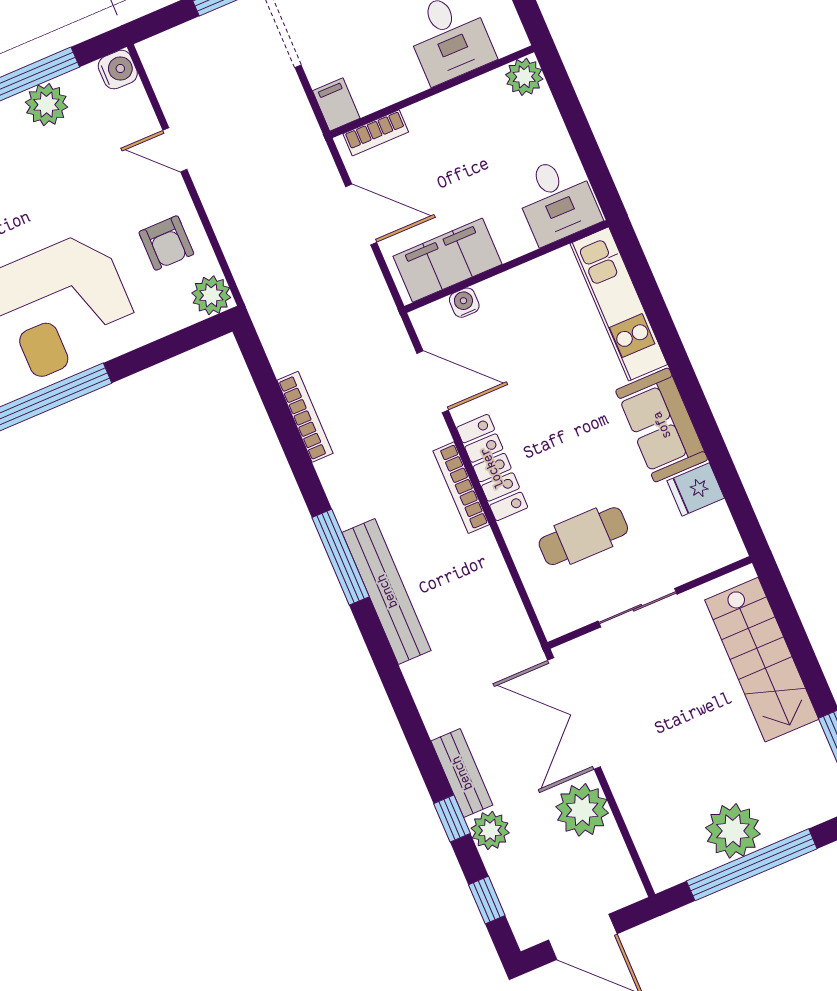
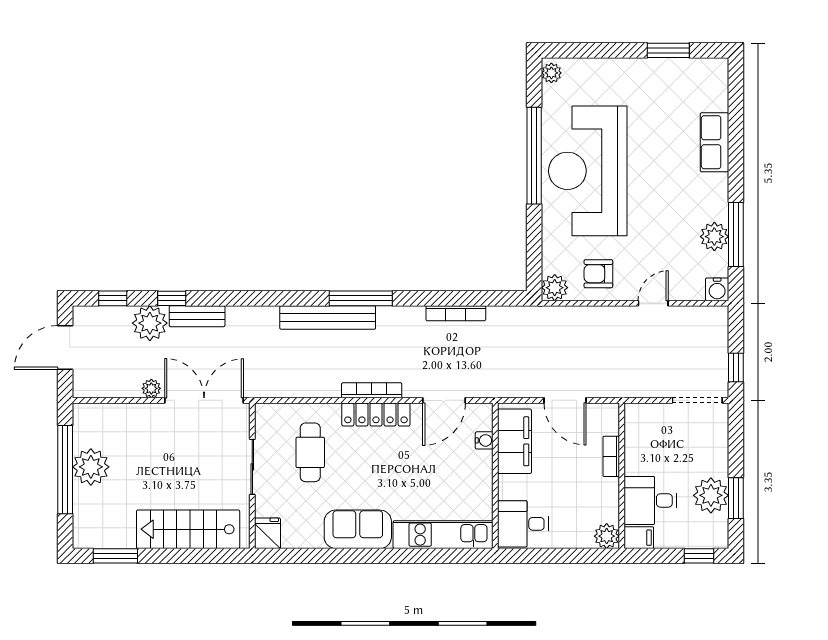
filing cabinet: (336, 104) -> (639, 538), moved
bookcase: (376, 133) -> (611, 456), moved
door: (361, 214) -> (565, 400), hinge flipped
fridge: (696, 489) -> (268, 533), moved
plant: (582, 810) -> (151, 388), width x0.53, depth x0.53
plant: (490, 830) -> (150, 323), width x1.36, depth x1.36

